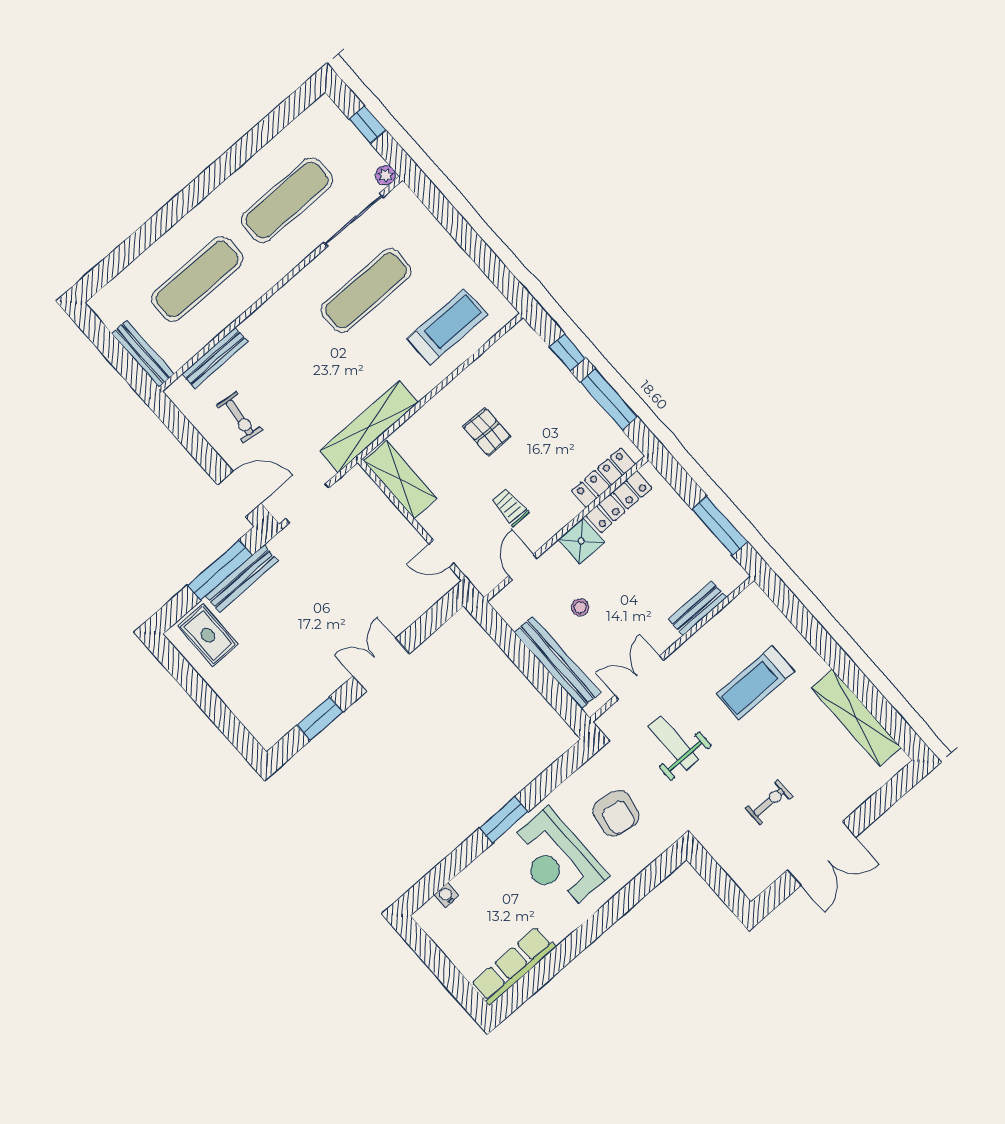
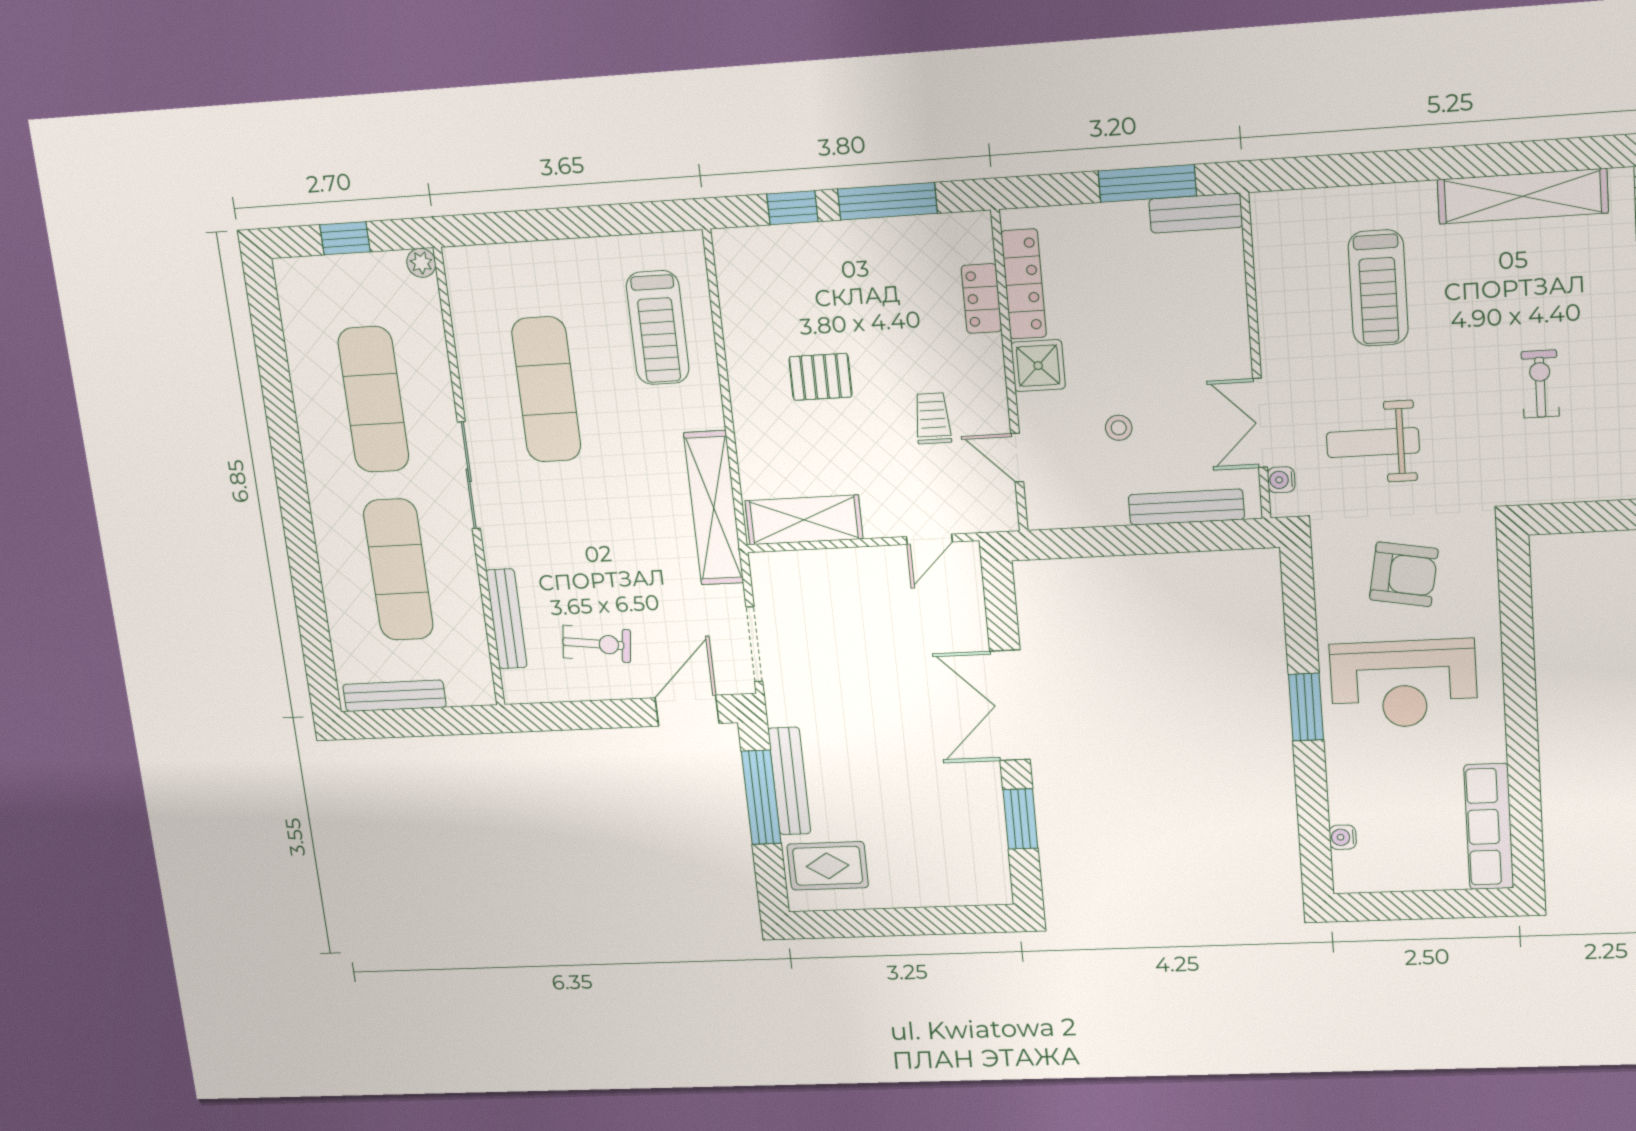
sliding door: (353, 220) -> (469, 475), moved
treadmill: (447, 327) -> (658, 328), turned 180
bench: (143, 354) -> (394, 696), moved
locker: (603, 478) -> (981, 299), width x0.66
trolley: (510, 507) -> (933, 418), turned 90
bench: (697, 608) -> (1196, 213), moved, turned 90
bench: (557, 663) -> (1186, 507), width x0.73, depth x0.82
double door: (381, 665) -> (1010, 705), width x1.37
water cooler: (617, 712) -> (1281, 480), added

